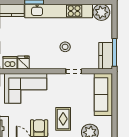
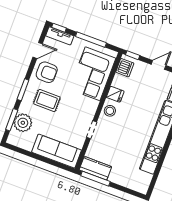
plant: (101, 12) -> (142, 181), removed
stool: (65, 47) -> (110, 111), moved
fridge: (23, 63) -> (115, 94), moved

